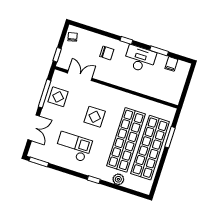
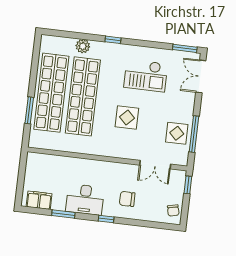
filing cabinet: (171, 64) -> (39, 200), width x2.00
double door: (34, 128) -> (201, 76), moved

